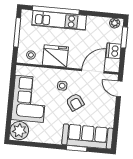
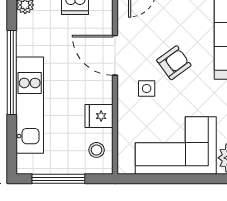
window: (56, 10) -> (12, 72), moved
fridge: (55, 56) -> (99, 116), width x0.53, depth x0.75
door: (93, 71) -> (115, 55), moved

